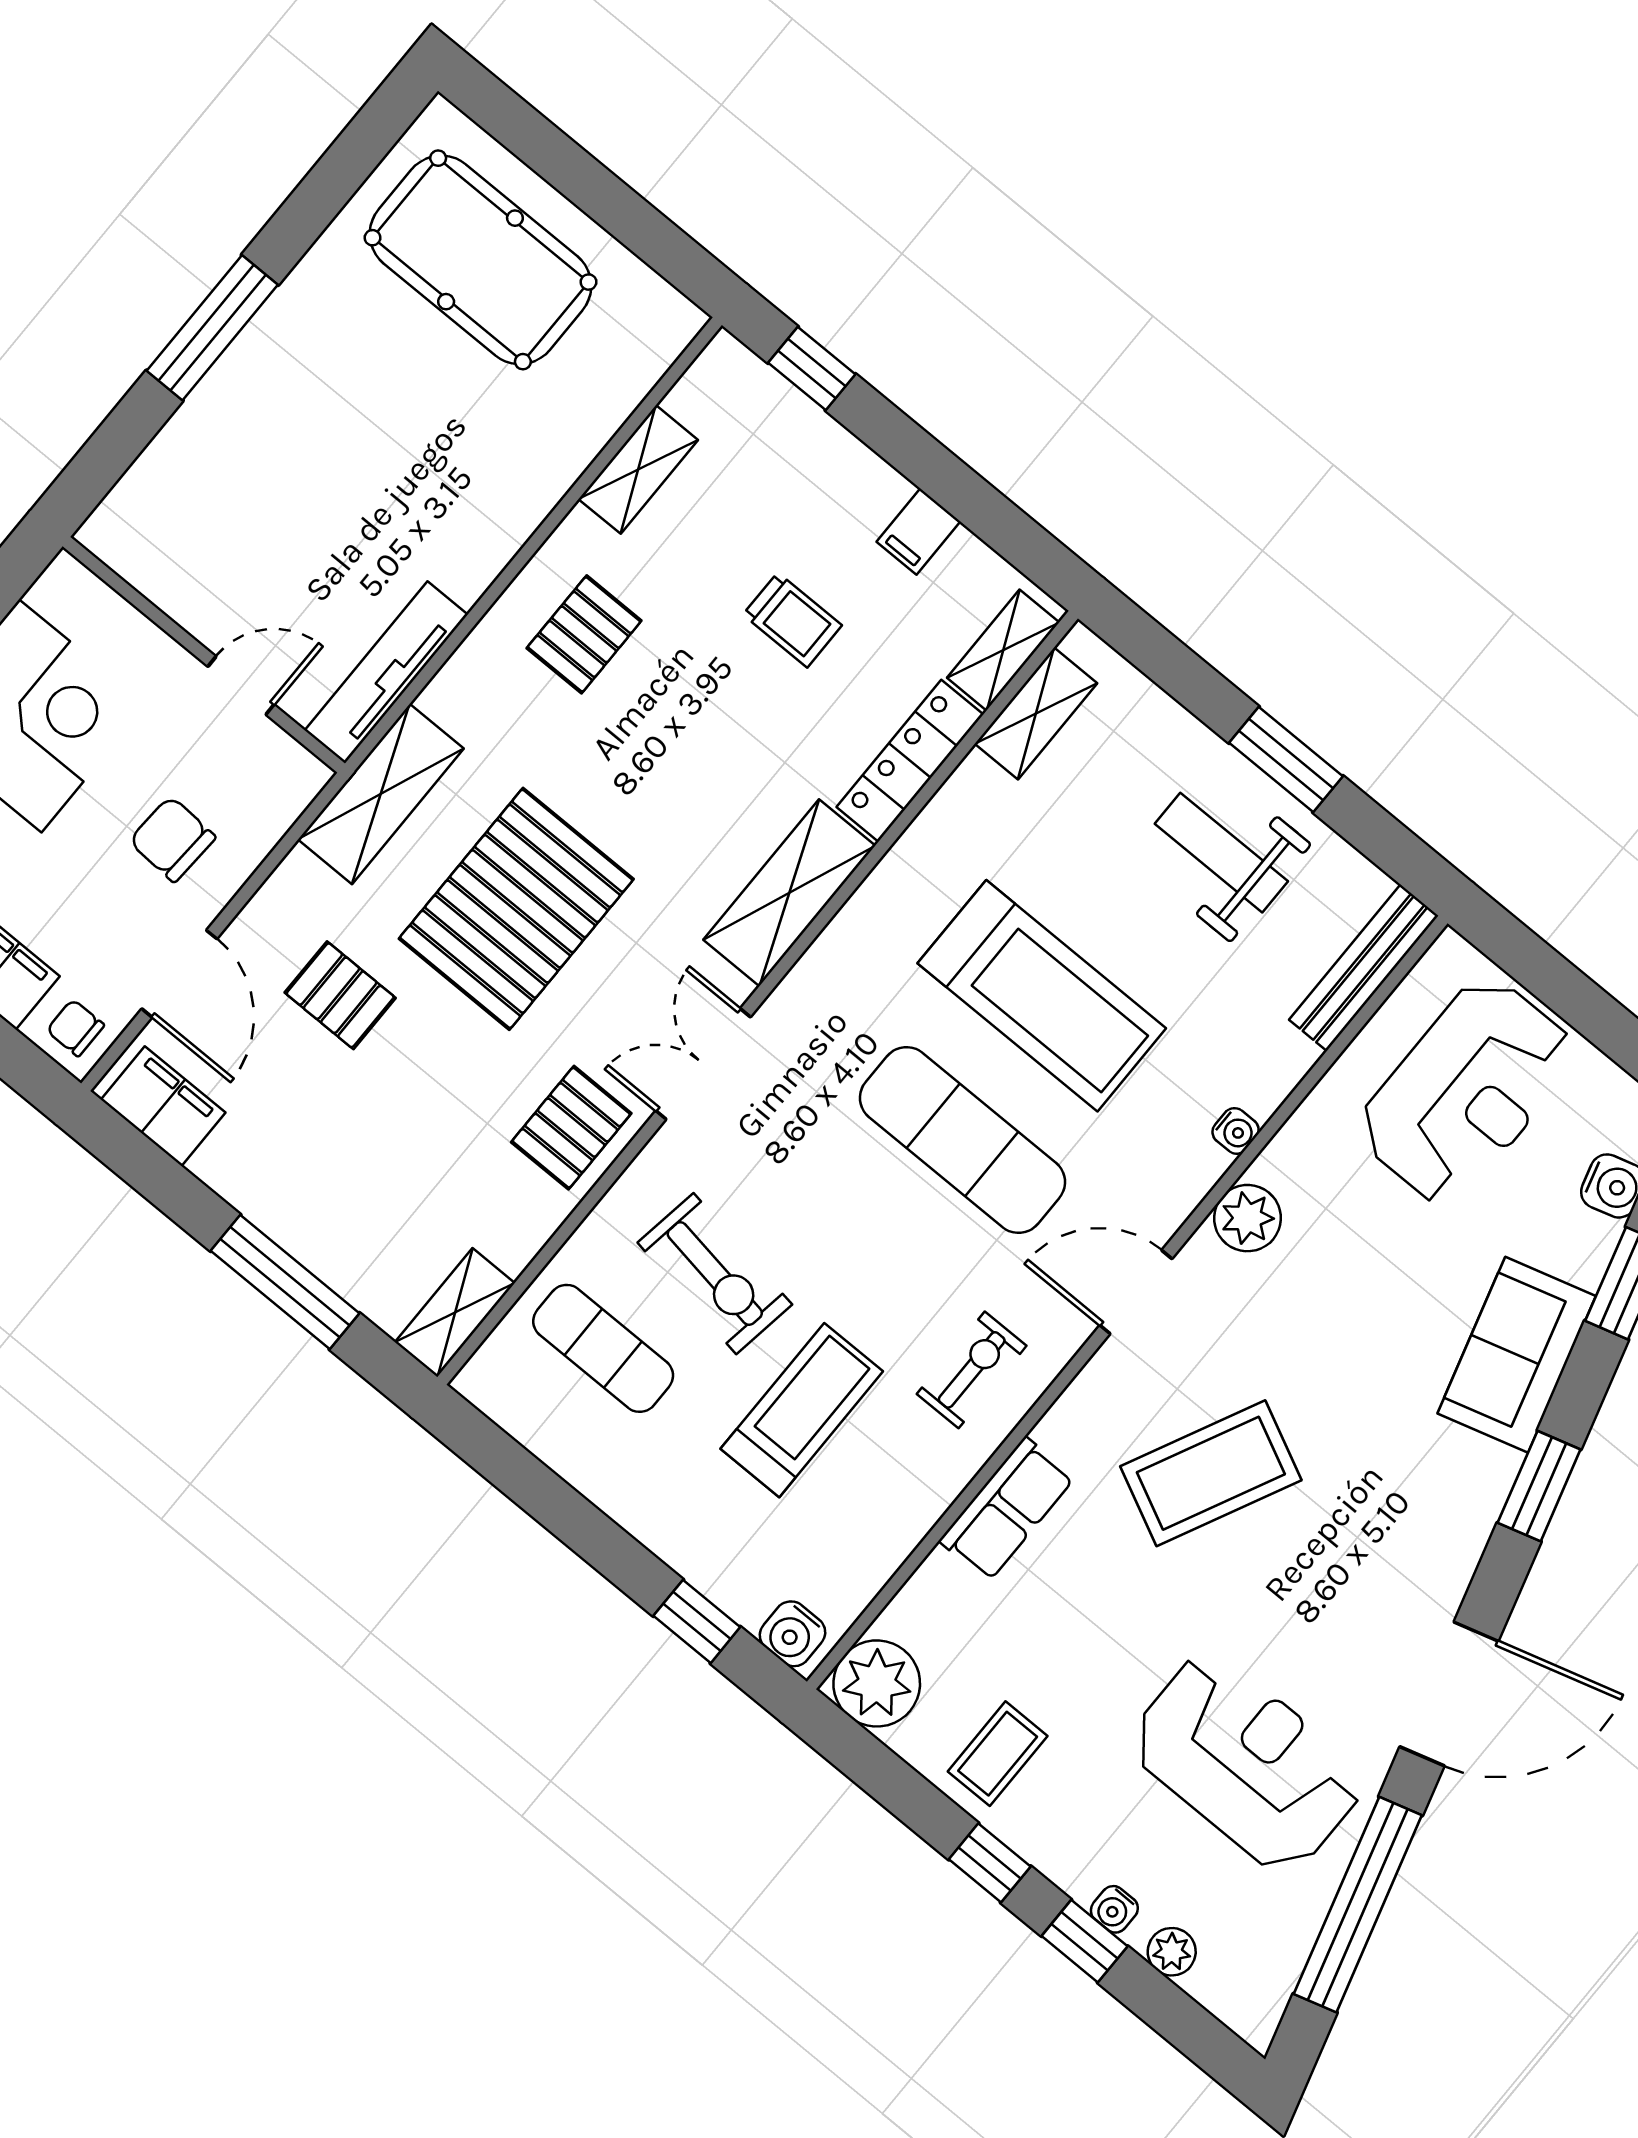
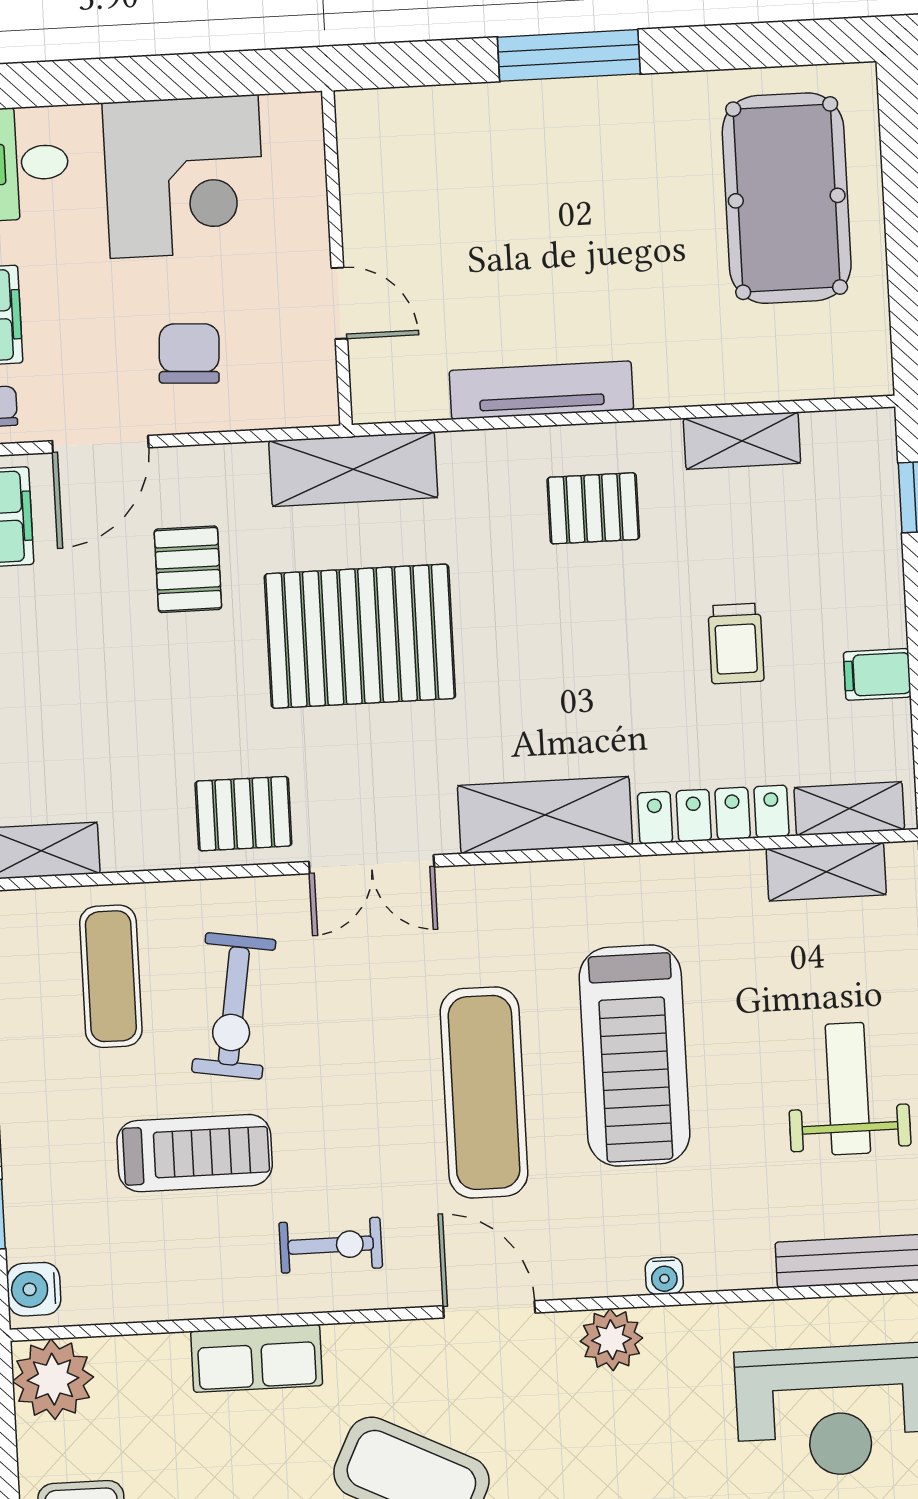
tv unit: (386, 672) -> (541, 390), moved
double door: (703, 1064) -> (372, 864), swing flipped

